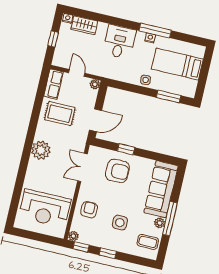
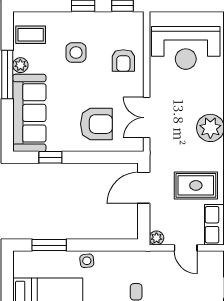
window: (126, 149) -> (50, 157), moved
double door: (82, 167) -> (147, 118), swing flipped
armchair: (117, 171) -> (96, 124), turned 180
reception desk: (45, 208) -> (186, 48), turned 180
plant: (73, 236) -> (137, 19), removed

